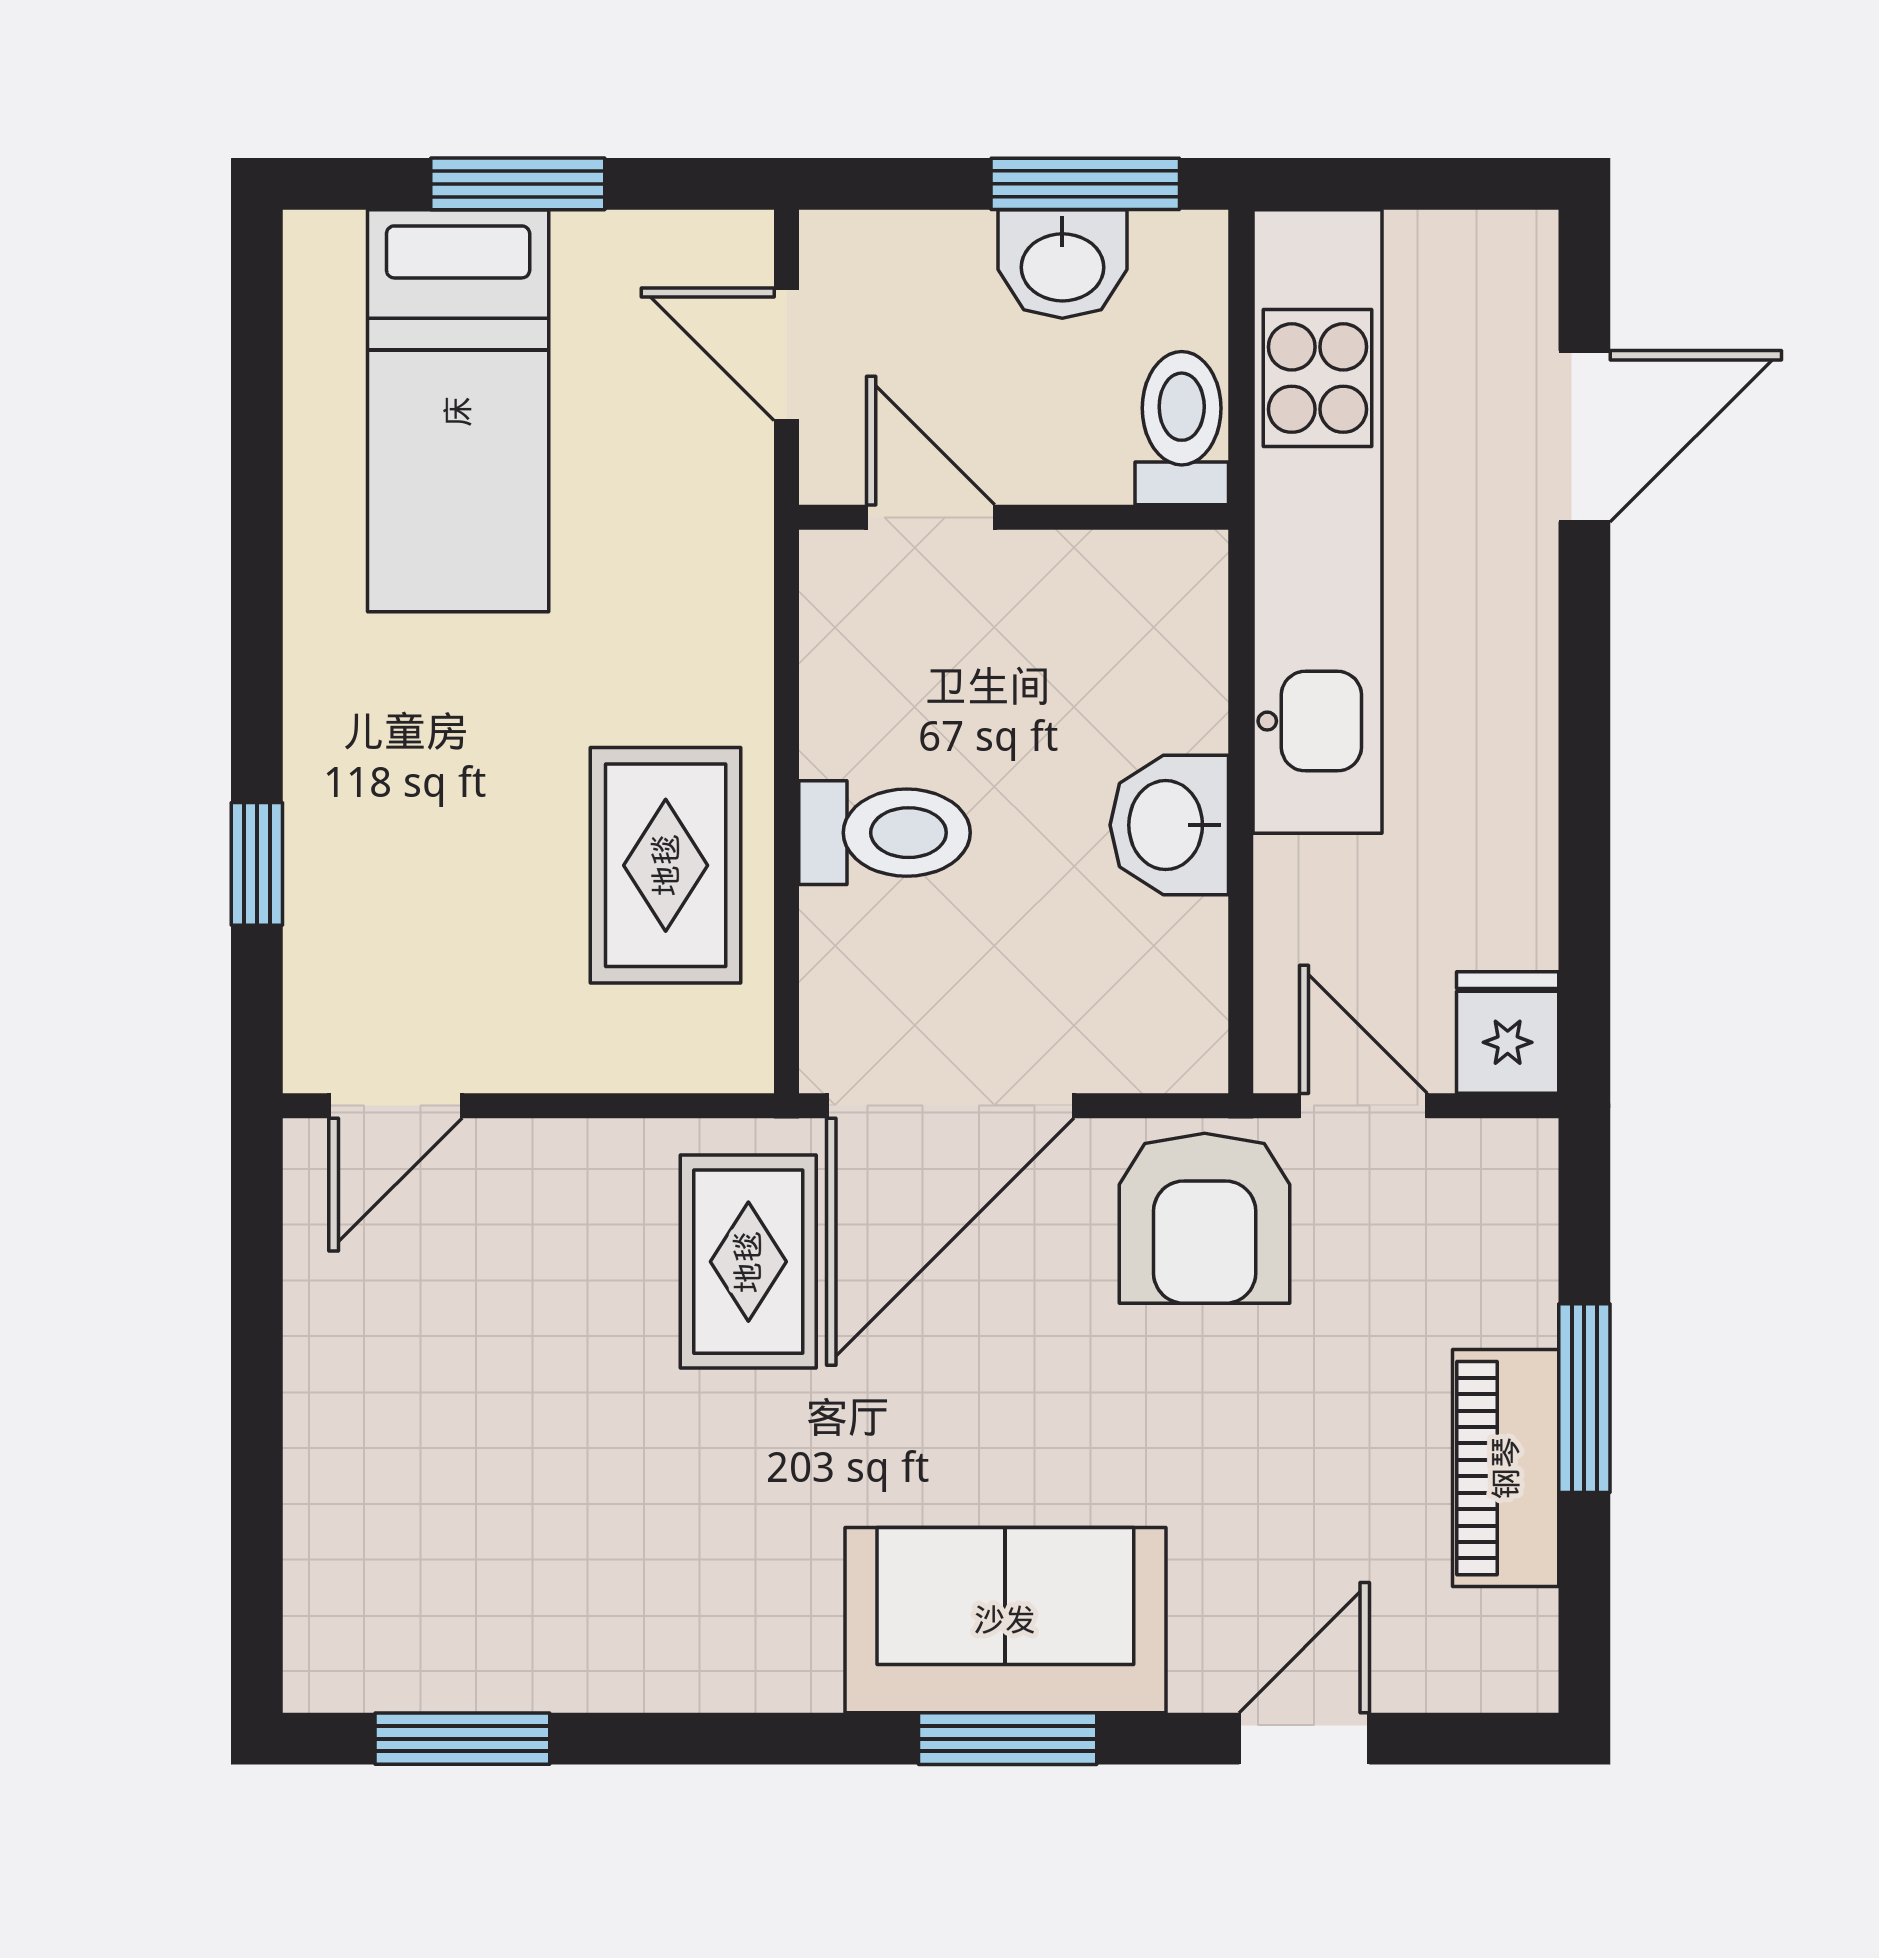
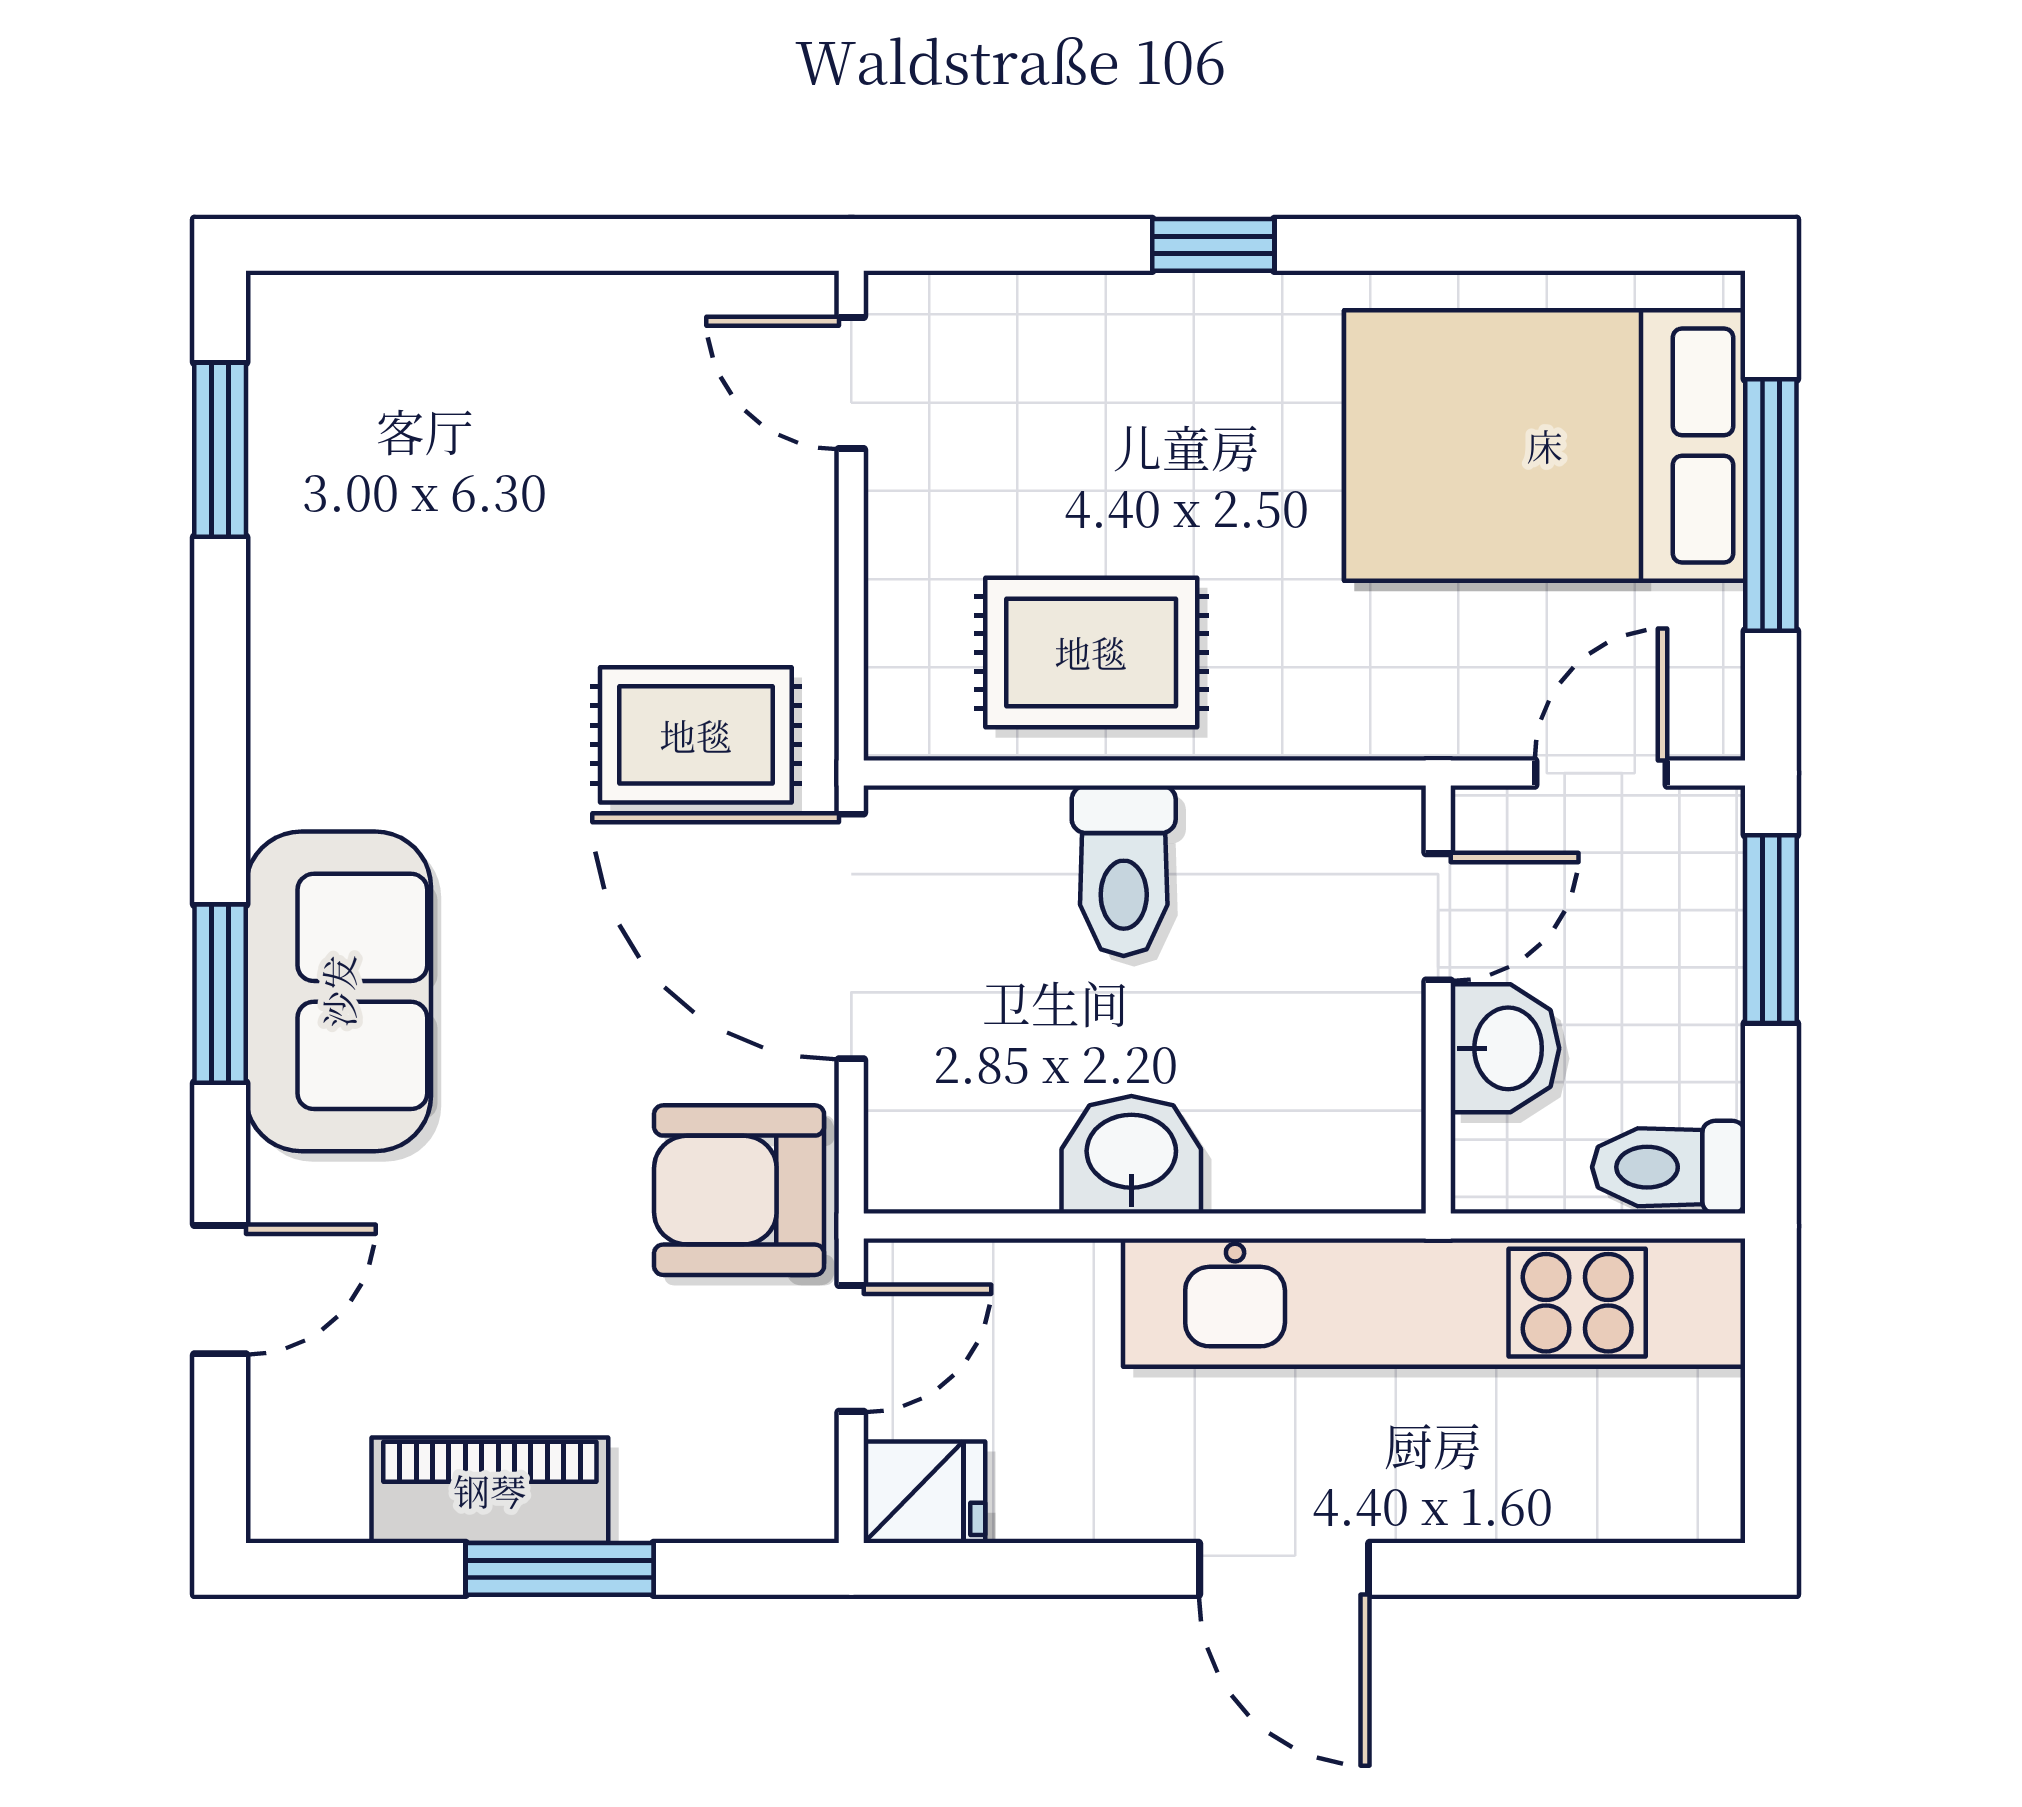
window: (518, 184) -> (1771, 505), width x1.44
window: (1085, 184) -> (1771, 929), moved
washbasin: (1062, 264) -> (1505, 1048), moved, turned 180
bed: (458, 411) -> (1545, 445), width x1.50
toilet: (1182, 428) -> (1669, 1167), moved, turned 180
door: (1584, 436) -> (1284, 1569), moved
window: (257, 864) -> (1213, 245), moved
door: (1304, 1739) -> (220, 1290), hinge flipped

